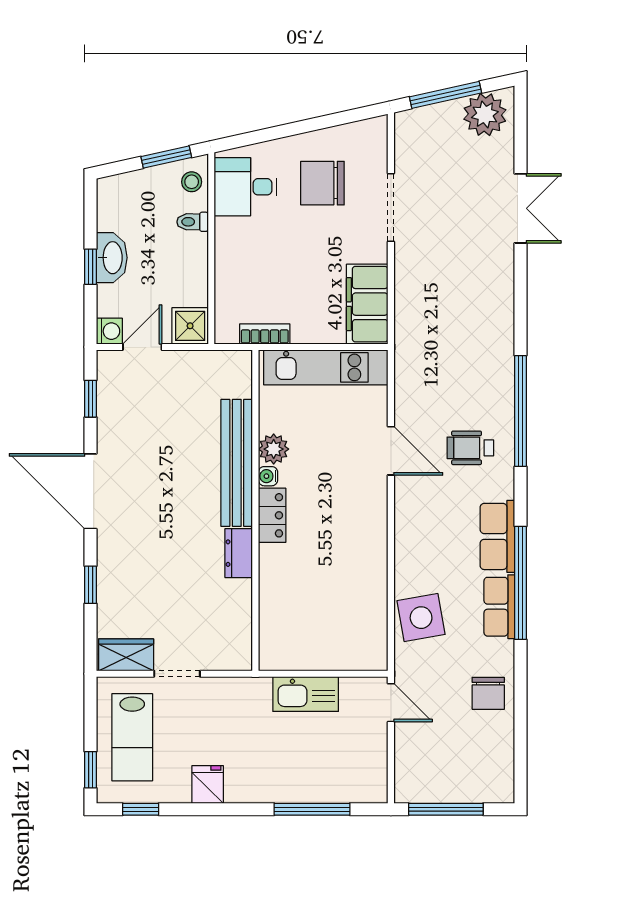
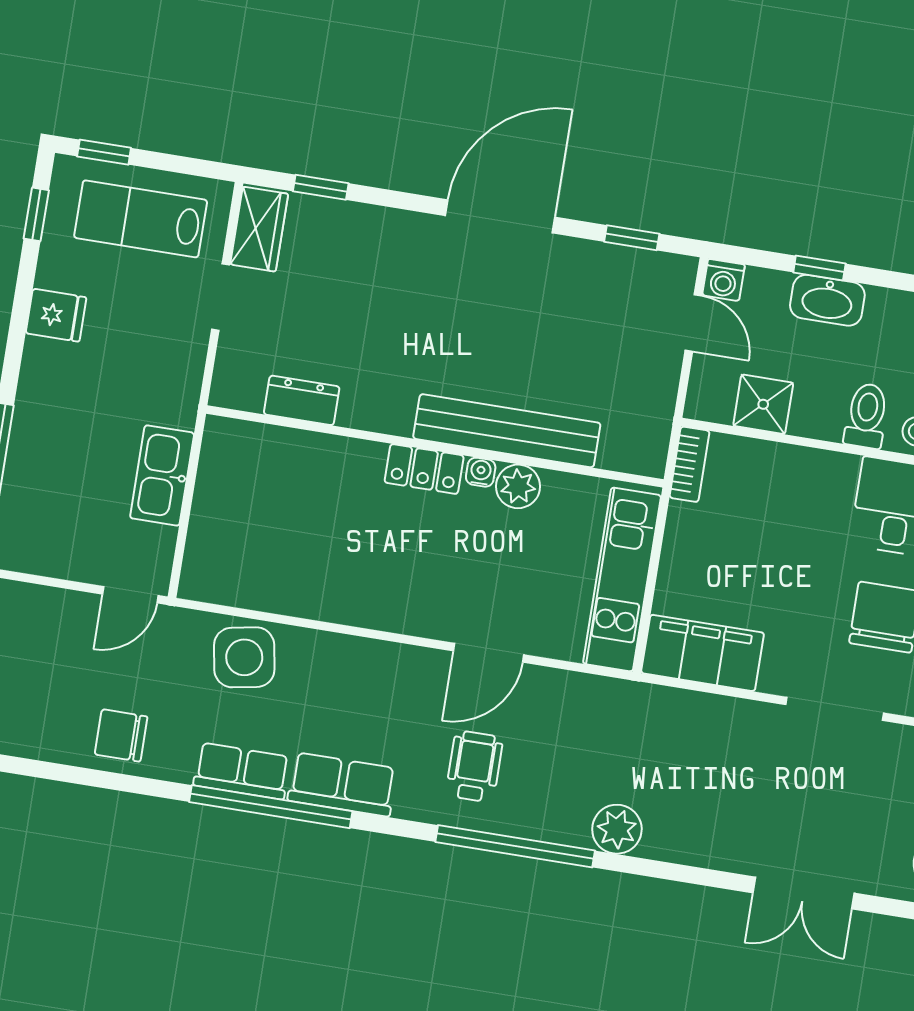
toilet: (193, 222) -> (866, 416), width x1.37, depth x1.39
shower: (190, 326) -> (763, 404), moved
bookcase: (265, 334) -> (690, 464), moved
plant: (497, 343) -> (617, 829), added
dresser: (239, 553) -> (302, 400), moved
window: (91, 585) -> (321, 187), moved

